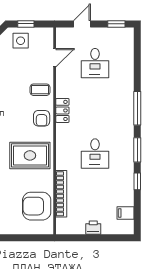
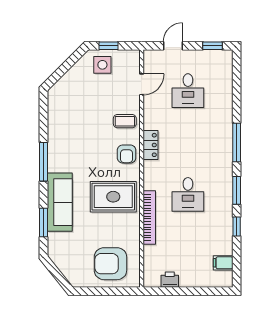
bookcase: (61, 194) -> (149, 218), moved
armchair: (37, 206) -> (110, 264), moved
printer: (93, 228) -> (170, 280), moved

